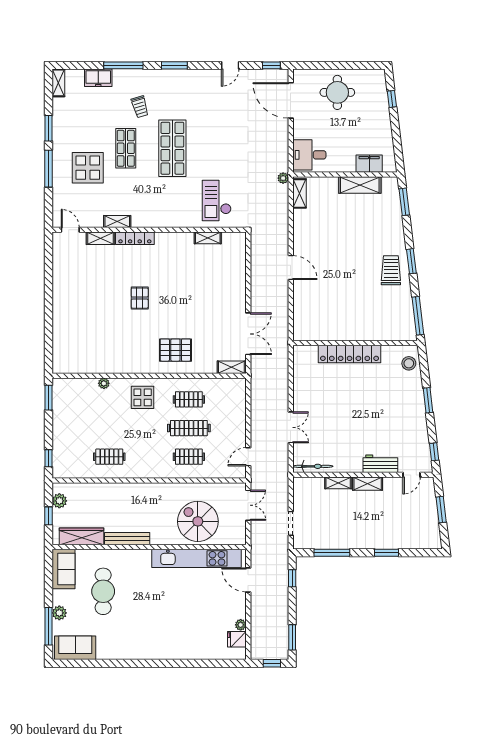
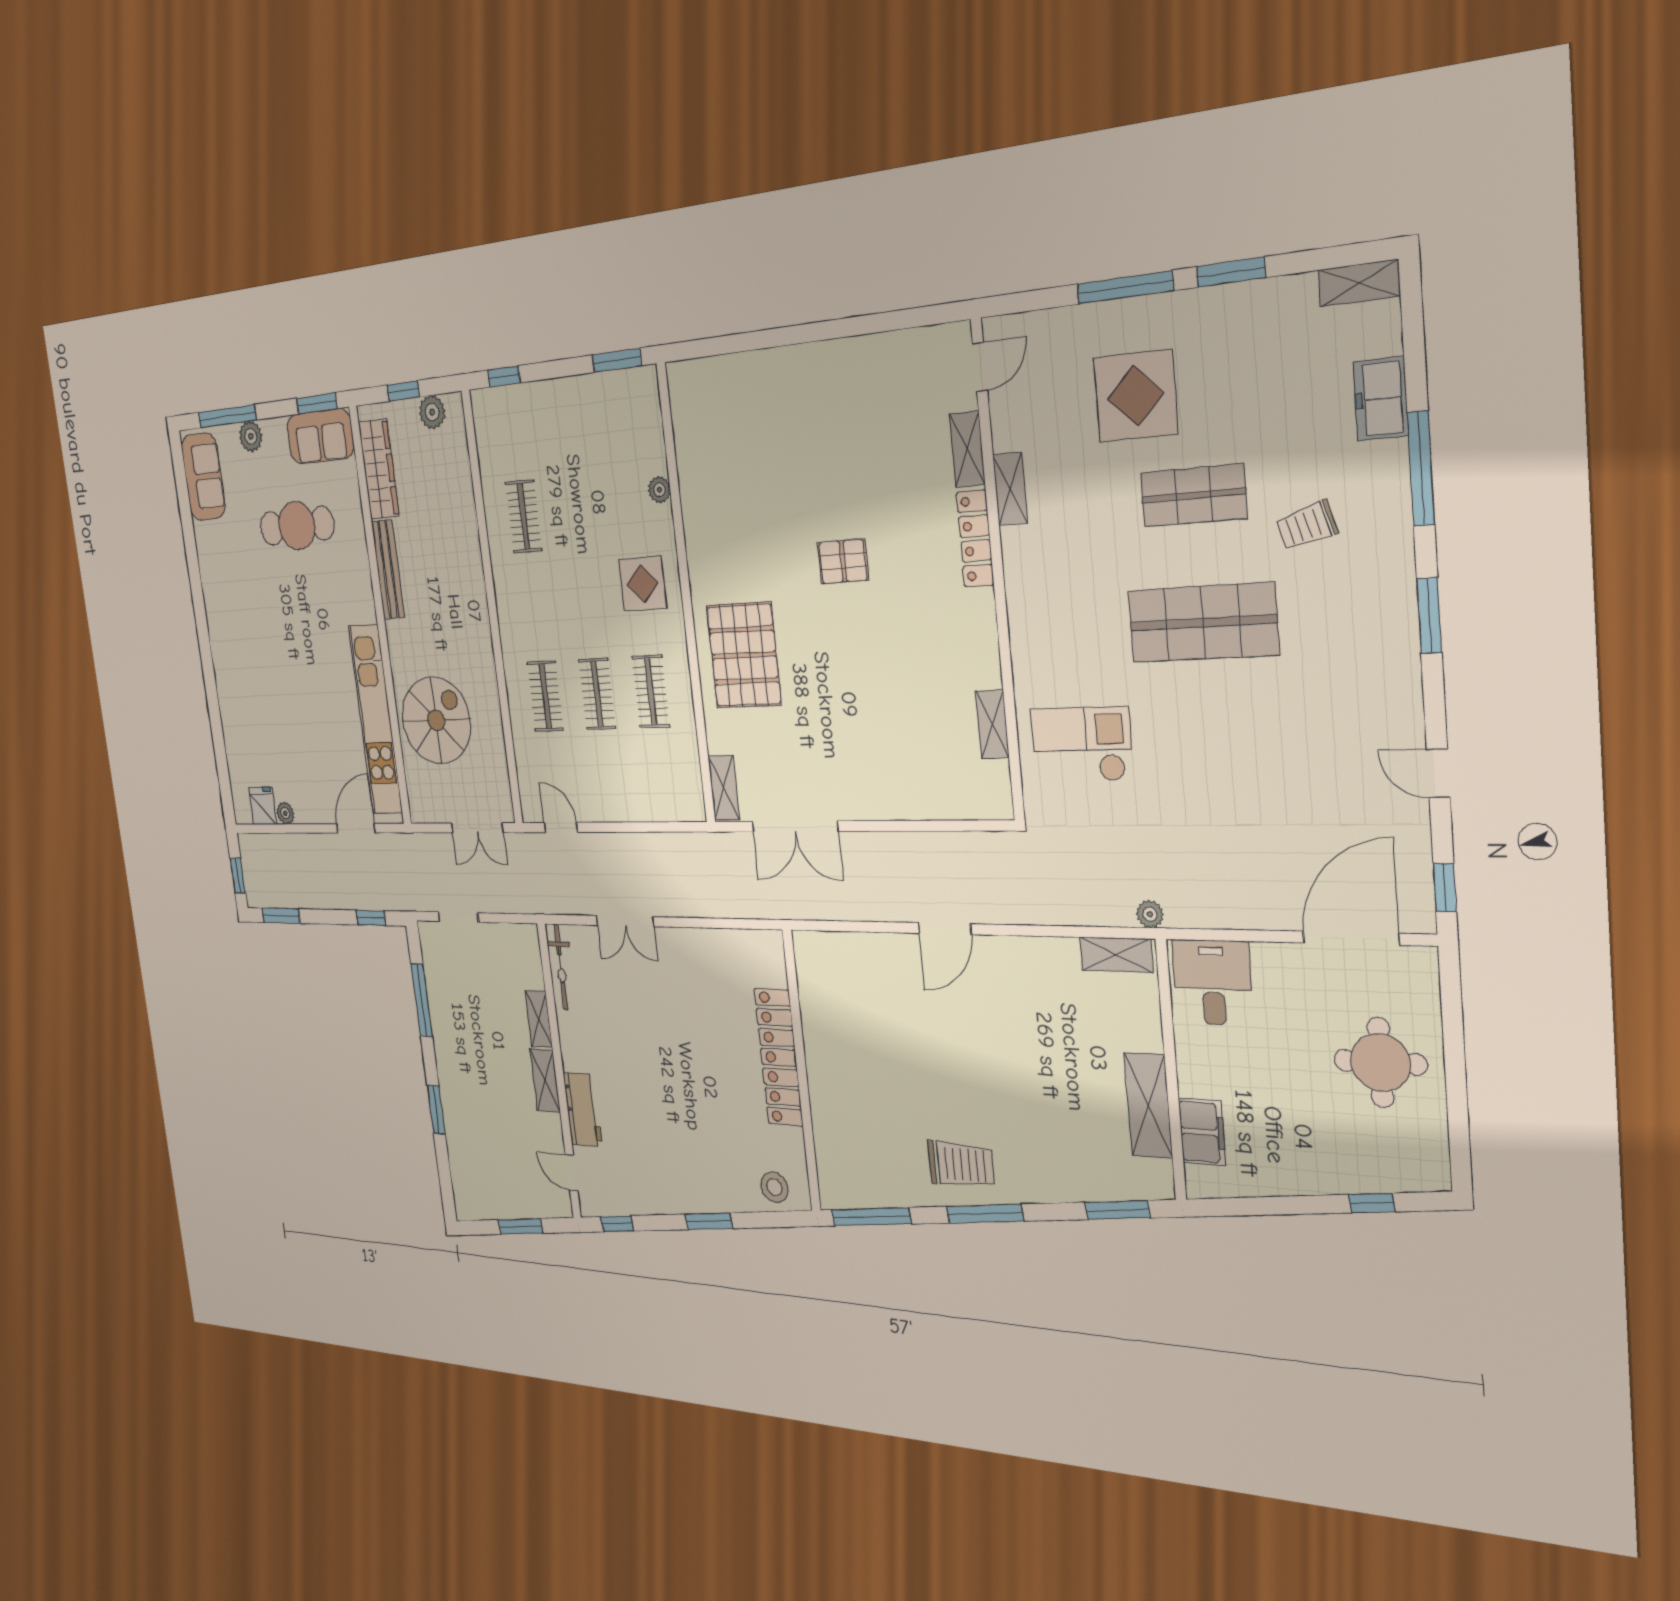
window: (411, 261) -> (985, 1214), width x1.44
pallet: (175, 350) -> (744, 655), width x1.37, depth x1.41
clothes rail: (189, 428) -> (597, 694), width x0.73
window: (48, 569) -> (317, 403), added

